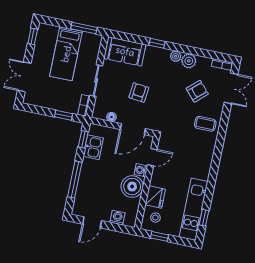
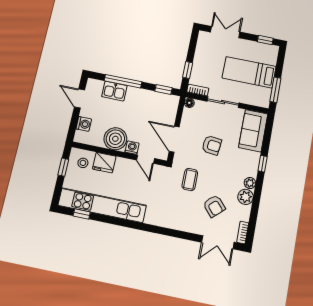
floor lamp: (111, 117) -> (189, 103), moved
coffee table: (205, 124) -> (190, 180), moved
kitchen sink: (93, 147) -> (114, 91), moved
kitchen unit: (194, 209) -> (102, 205), width x1.36

